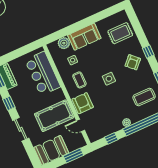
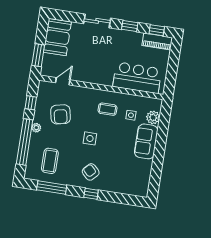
rug: (120, 33) -> (127, 178), removed
armchair: (83, 103) -> (61, 114), moved, turned 78
pool table: (54, 116) -> (89, 62), removed

